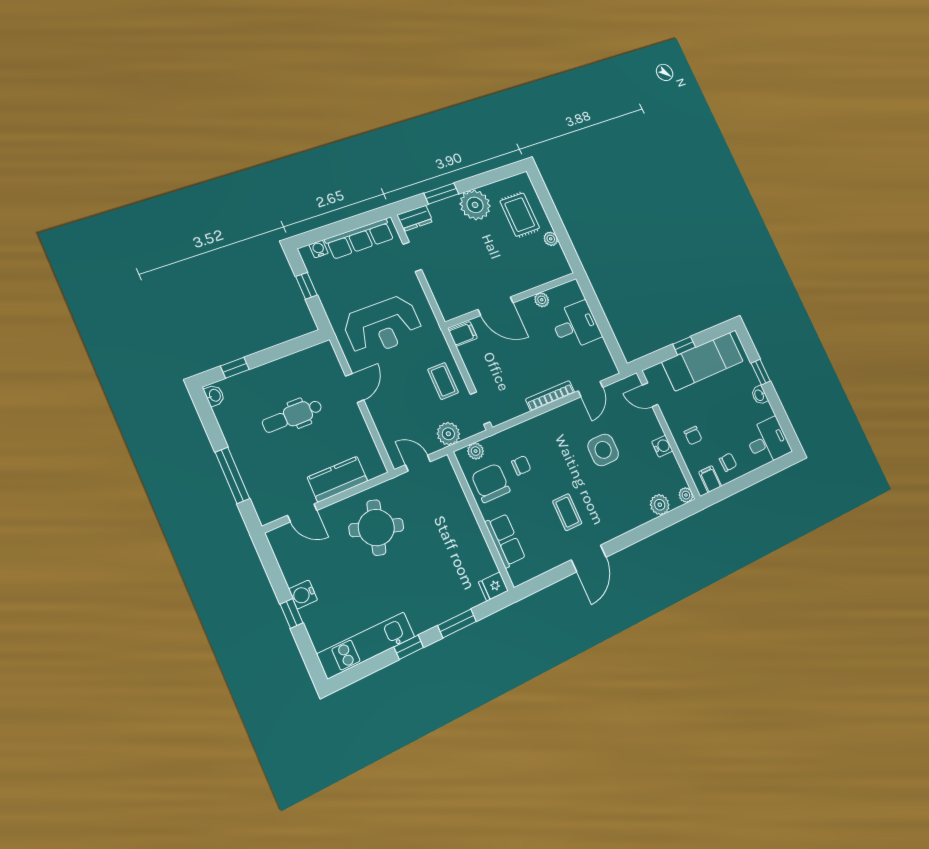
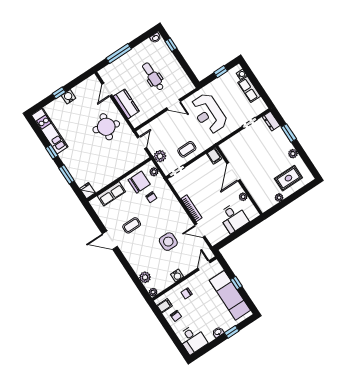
plant: (475, 205) -> (293, 154), width x0.53, depth x0.53
row of seats: (360, 239) -> (249, 89), width x0.68

